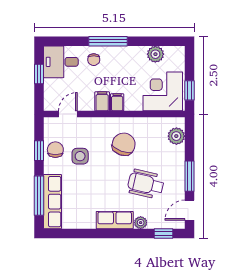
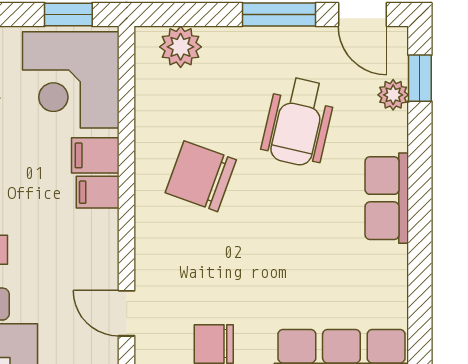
filing cabinet: (102, 101) -> (95, 155), moved
side table: (80, 156) -> (230, 283), removed
plant: (141, 223) -> (393, 95), moved

